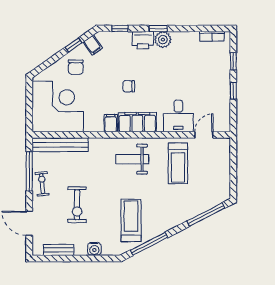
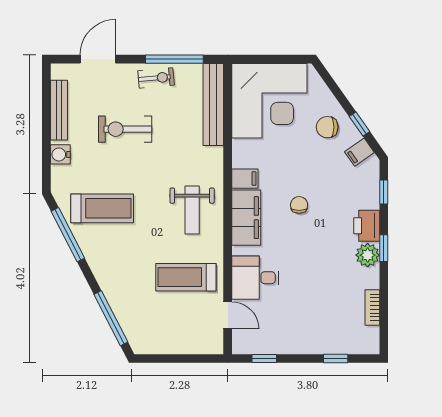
bookcase: (212, 36) -> (372, 307), moved
window: (233, 91) -> (264, 358), moved
weight bench: (132, 159) -> (192, 210), turned 180
bench: (59, 250) -> (59, 110), width x1.36

